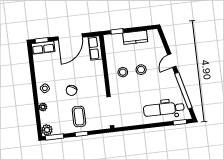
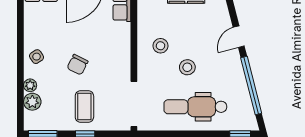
stool: (141, 70) -> (187, 67), moved
dental chair: (164, 109) -> (195, 107), moved
plant: (47, 130) -> (32, 102), moved

